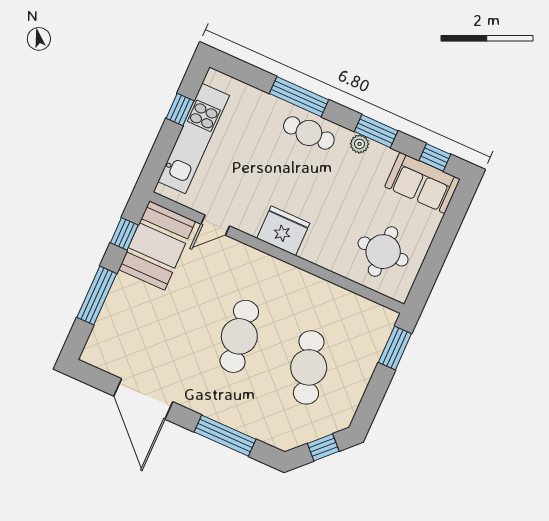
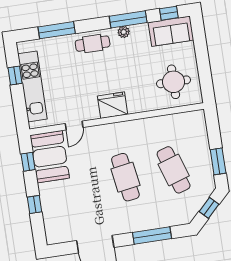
window: (299, 97) -> (57, 30), moved
window: (376, 131) -> (128, 19), width x1.44
window: (97, 296) -> (35, 204), width x0.46
window: (395, 348) -> (218, 161), moved

